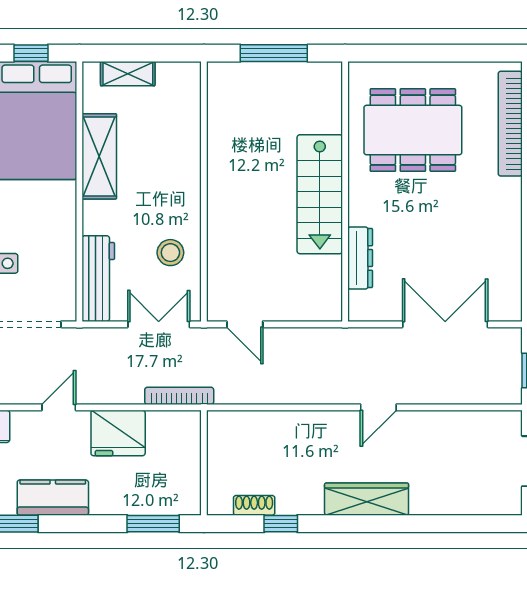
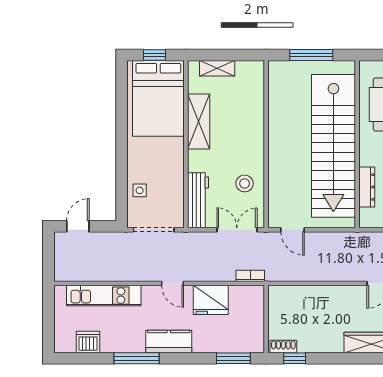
stairs: (320, 194) -> (333, 146), width x1.86, depth x1.51
bookcase: (179, 396) -> (250, 276), width x0.64
door: (59, 407) -> (173, 283), swing flipped
shoe rack: (254, 505) -> (283, 346), moved
window: (281, 524) -> (295, 358), moved

